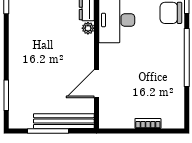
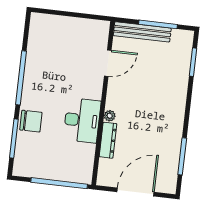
bookcase: (148, 123) -> (64, 21), removed

